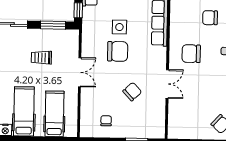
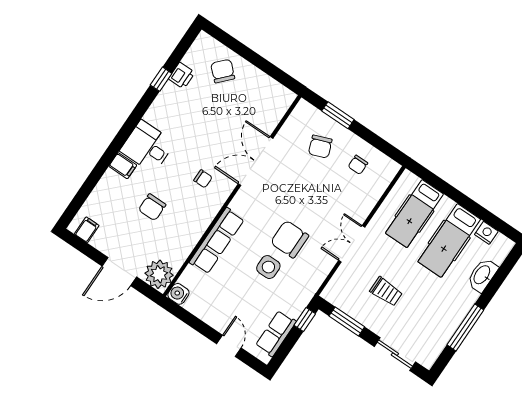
chair: (210, 18) -> (152, 207), turned 90
chair: (191, 54) -> (203, 179), width x0.54, depth x0.54
double door: (167, 84) -> (256, 161), width x1.37
chair: (132, 92) -> (320, 147), moved, turned -68

